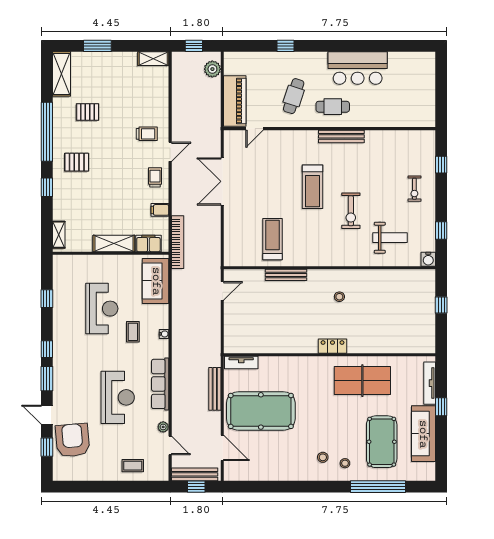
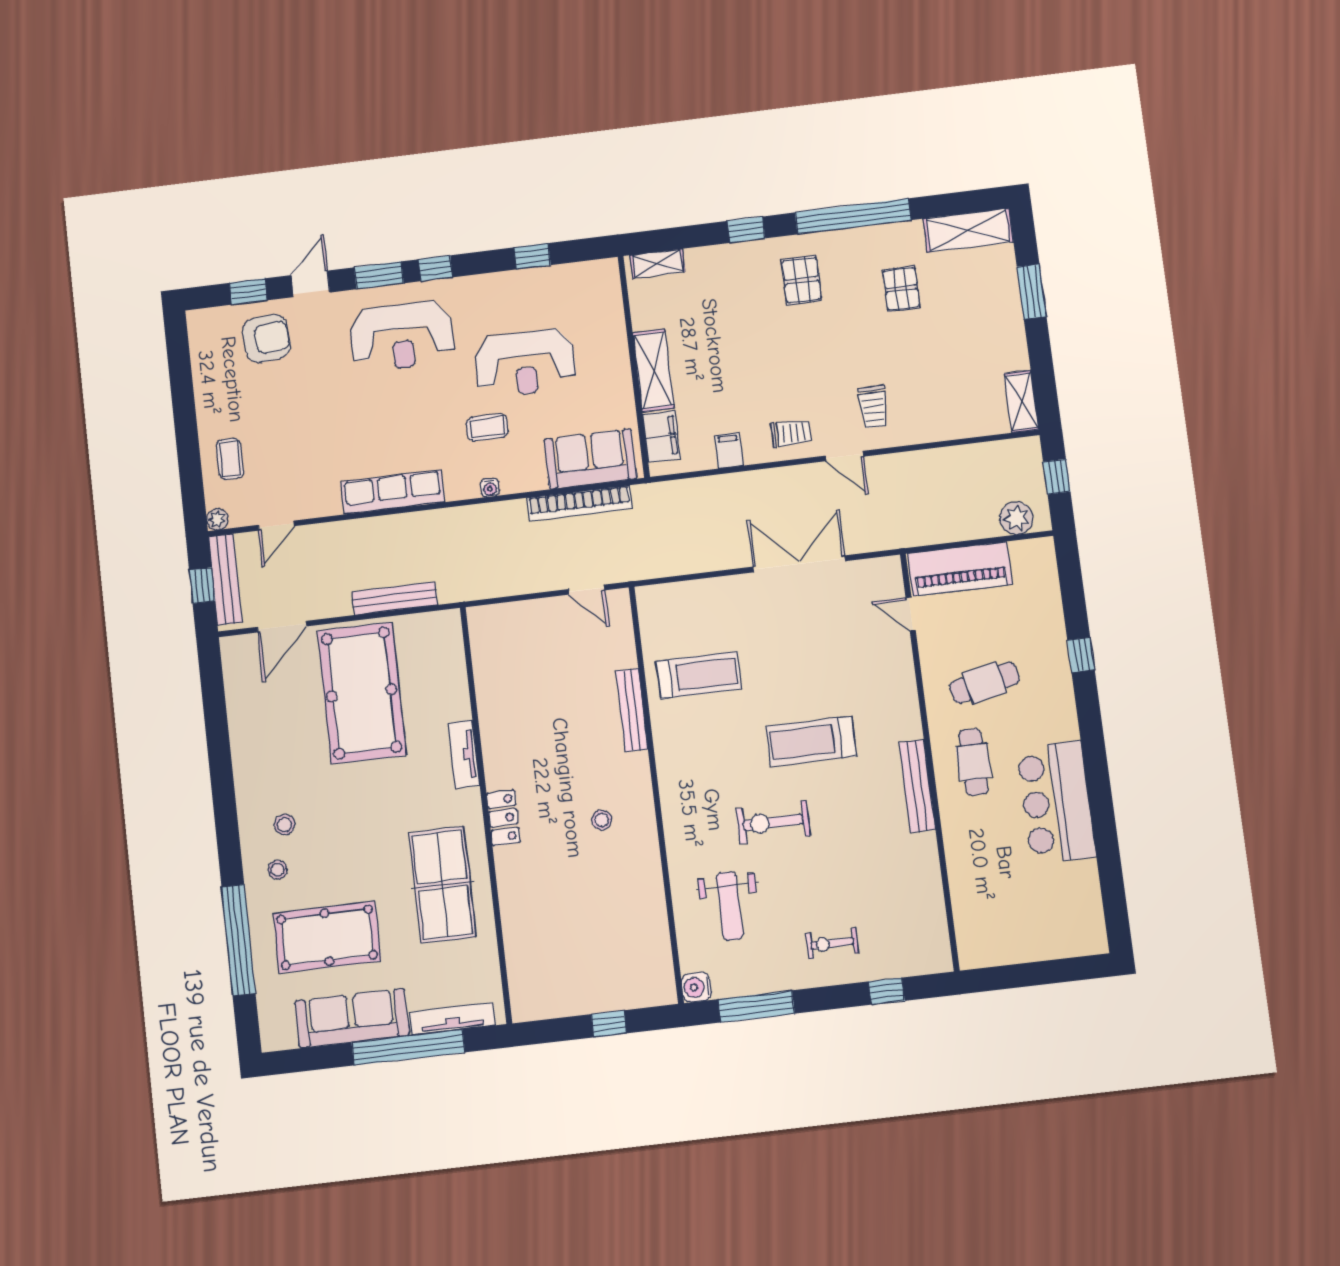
cafe table: (294, 96) -> (984, 683), turned -30
window: (441, 230) -> (756, 1006), width x2.17
bookcase: (178, 242) -> (579, 503), moved
tv unit: (241, 363) -> (464, 754), moved
reception desk: (118, 397) -> (402, 336), moved
window: (441, 407) -> (408, 1047), width x3.17
plant: (163, 427) -> (217, 519), moved
armchair: (73, 440) -> (267, 338), width x0.73, depth x0.73

